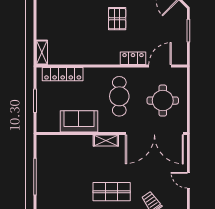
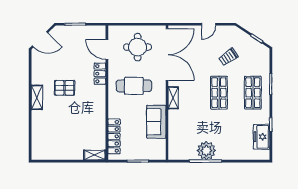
plant: (47, 178) -> (206, 151), added

